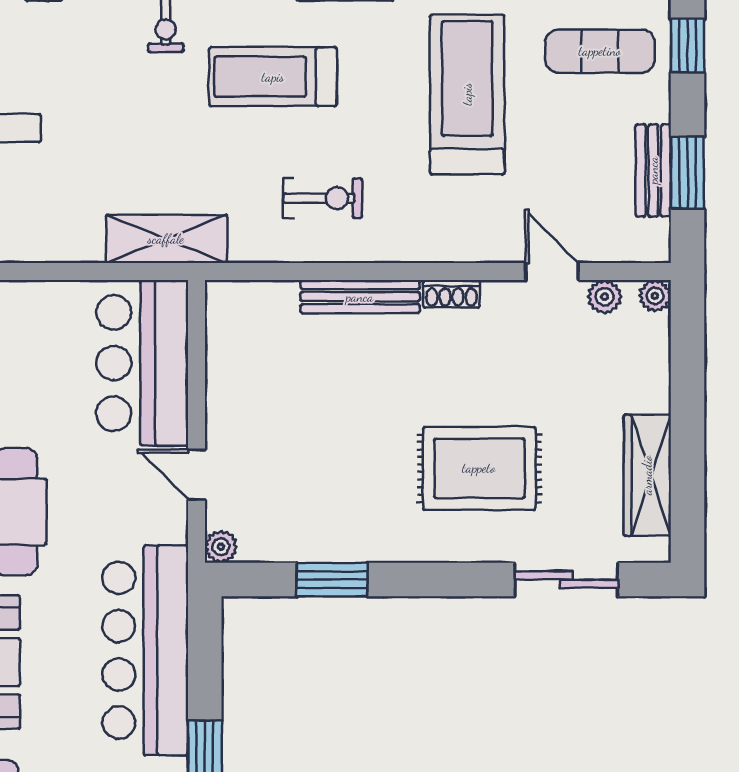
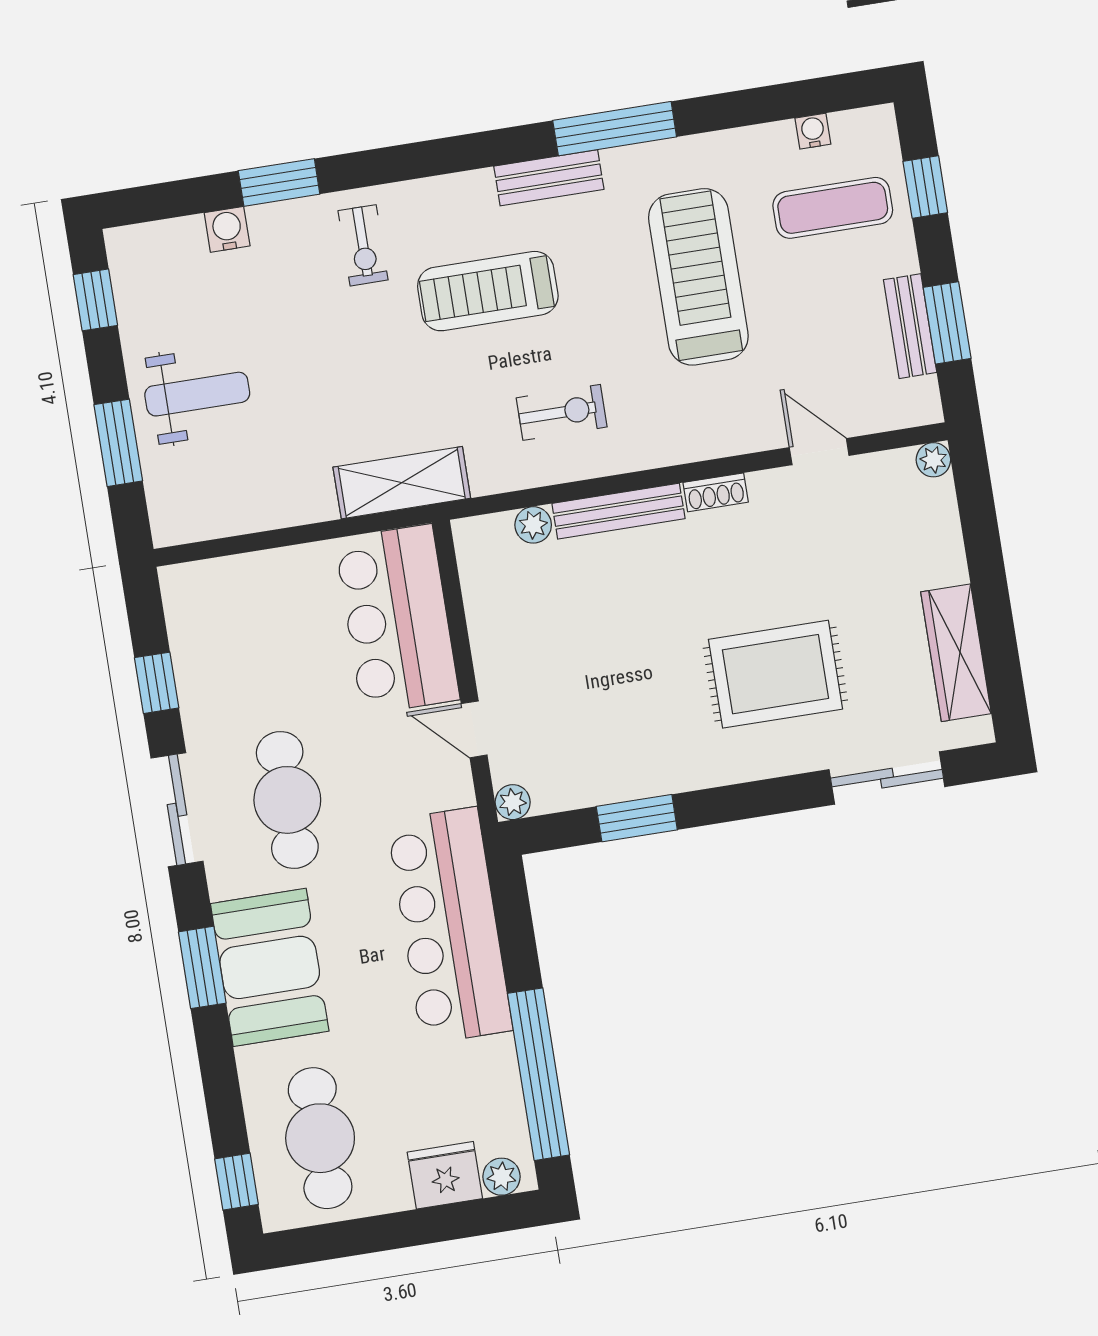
plant: (605, 297) -> (533, 525), moved

